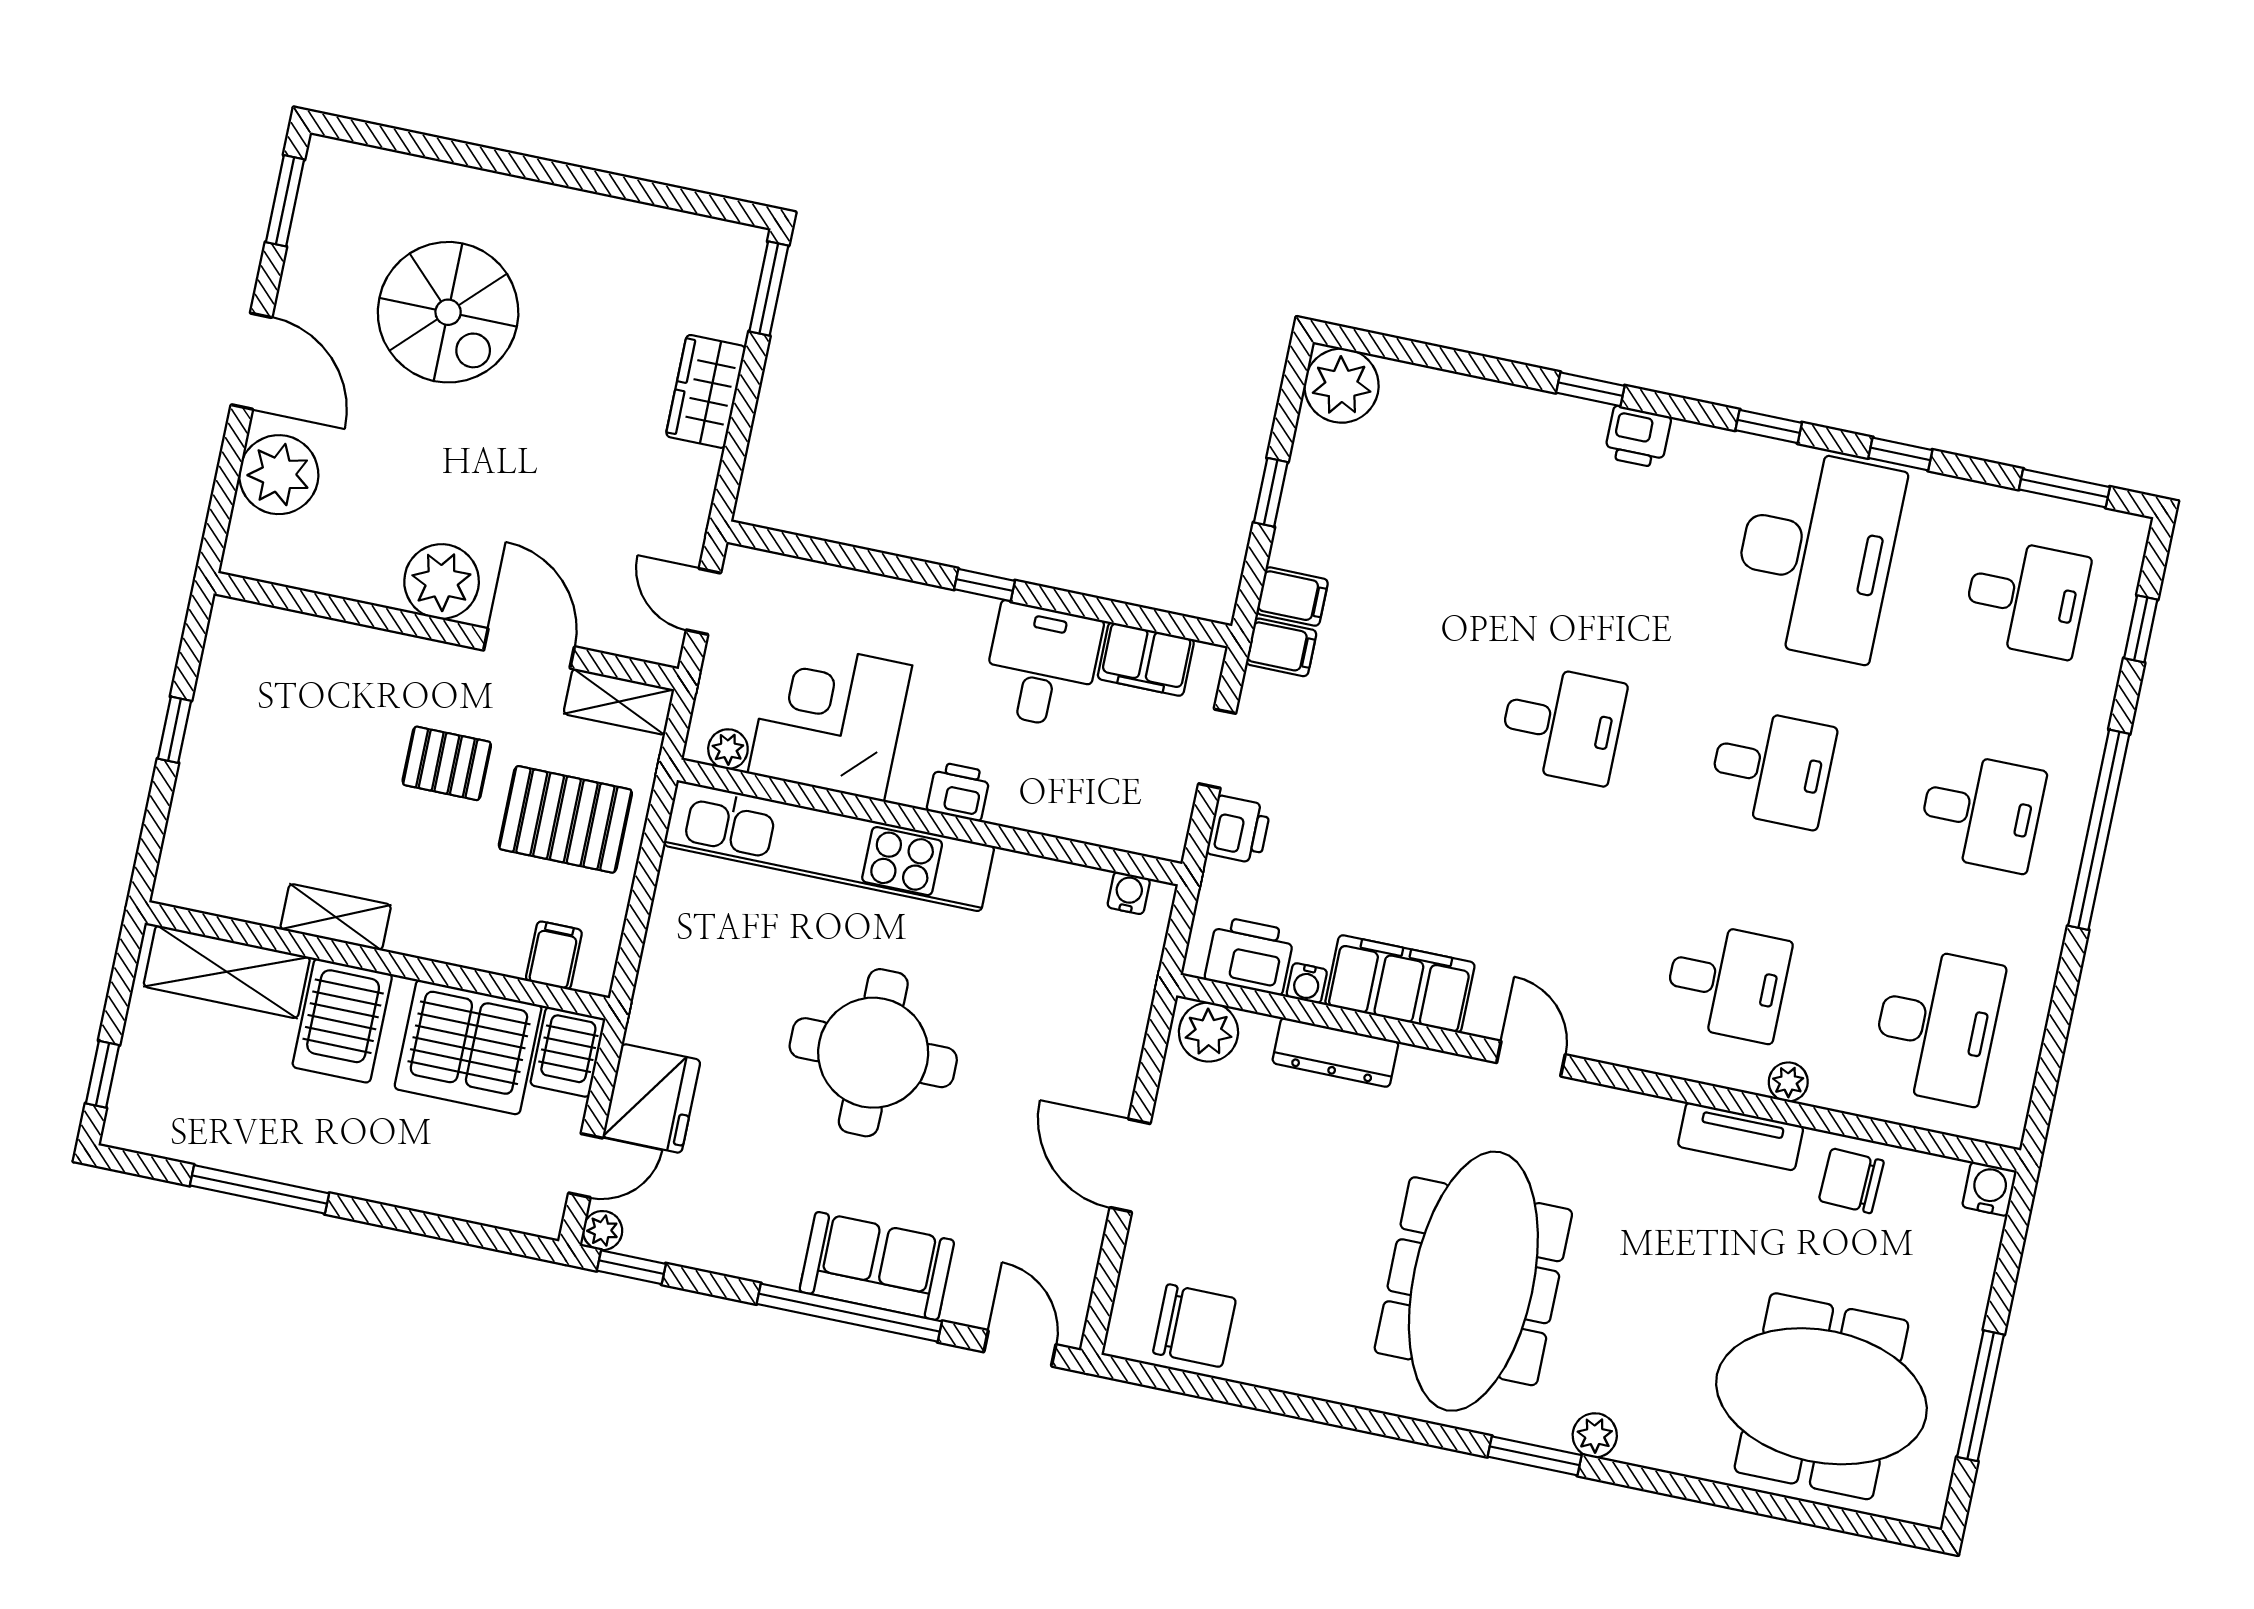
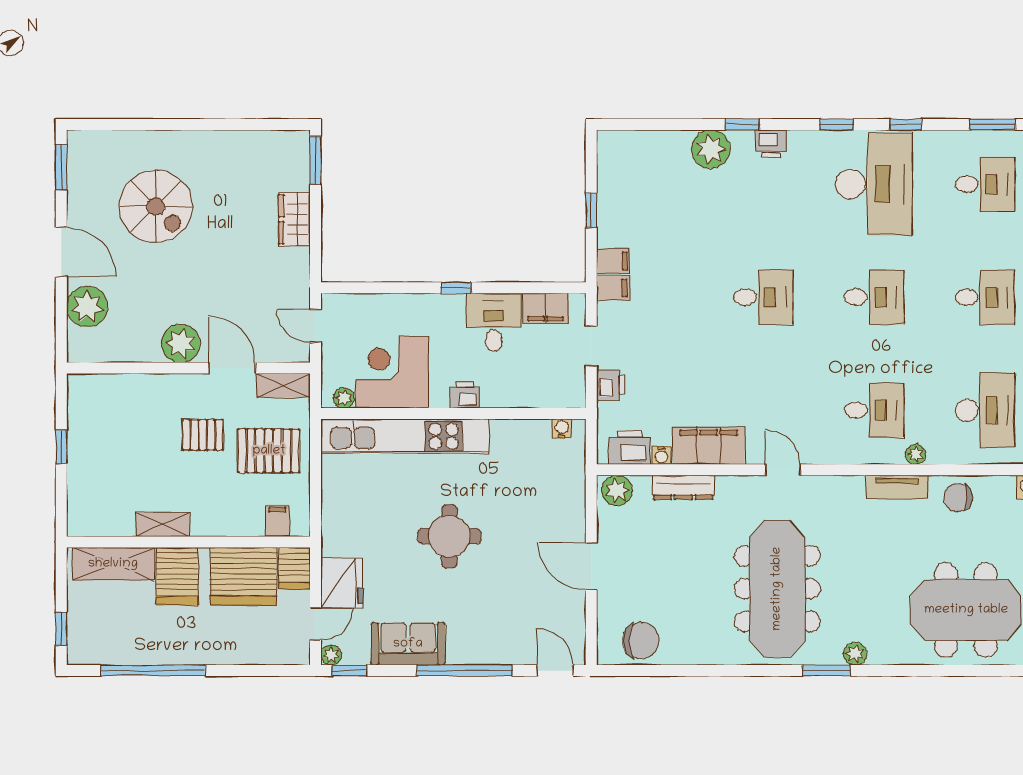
plant: (1341, 386) -> (711, 149), moved
round table: (873, 1053) -> (449, 536), width x0.73, depth x0.73
window: (259, 1189) -> (153, 671), width x1.46
sofa: (877, 1266) -> (408, 644), moved

